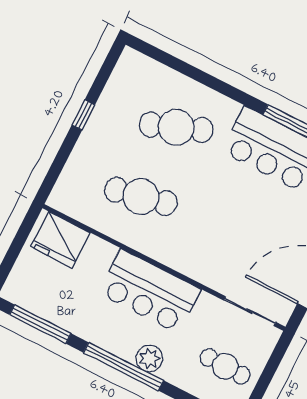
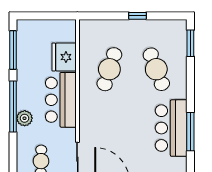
window: (163, 58) -> (190, 43), added
cafe table: (141, 196) -> (109, 69), turned 30
fridge: (60, 240) -> (64, 57), moved

